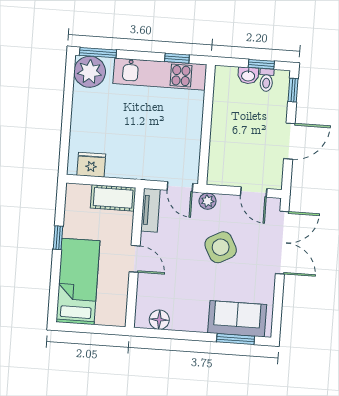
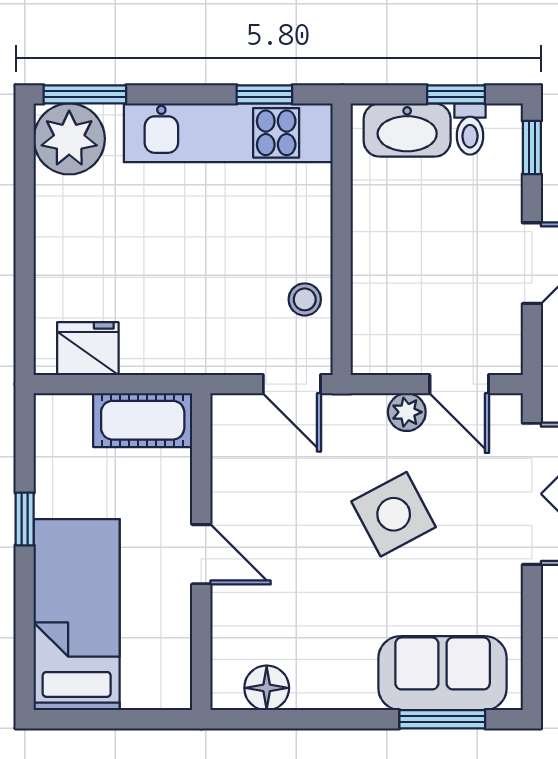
washbasin: (248, 76) -> (407, 130), width x1.91, depth x1.45
stool: (188, 150) -> (305, 299), added
plant: (208, 201) -> (407, 412), moved
tv unit: (150, 210) -> (229, 442), removed

